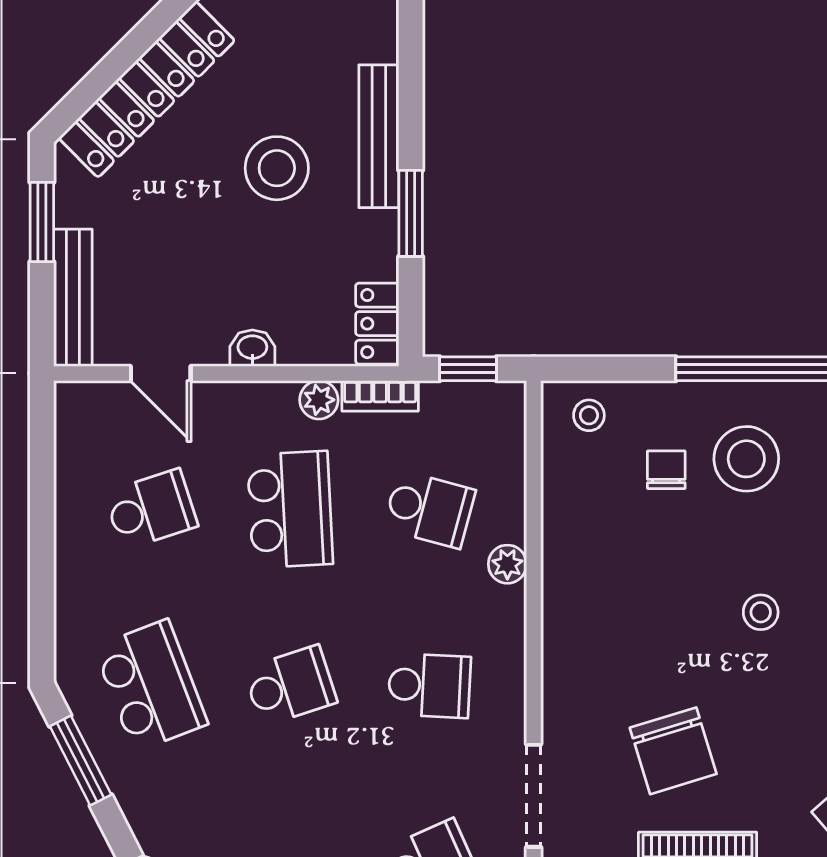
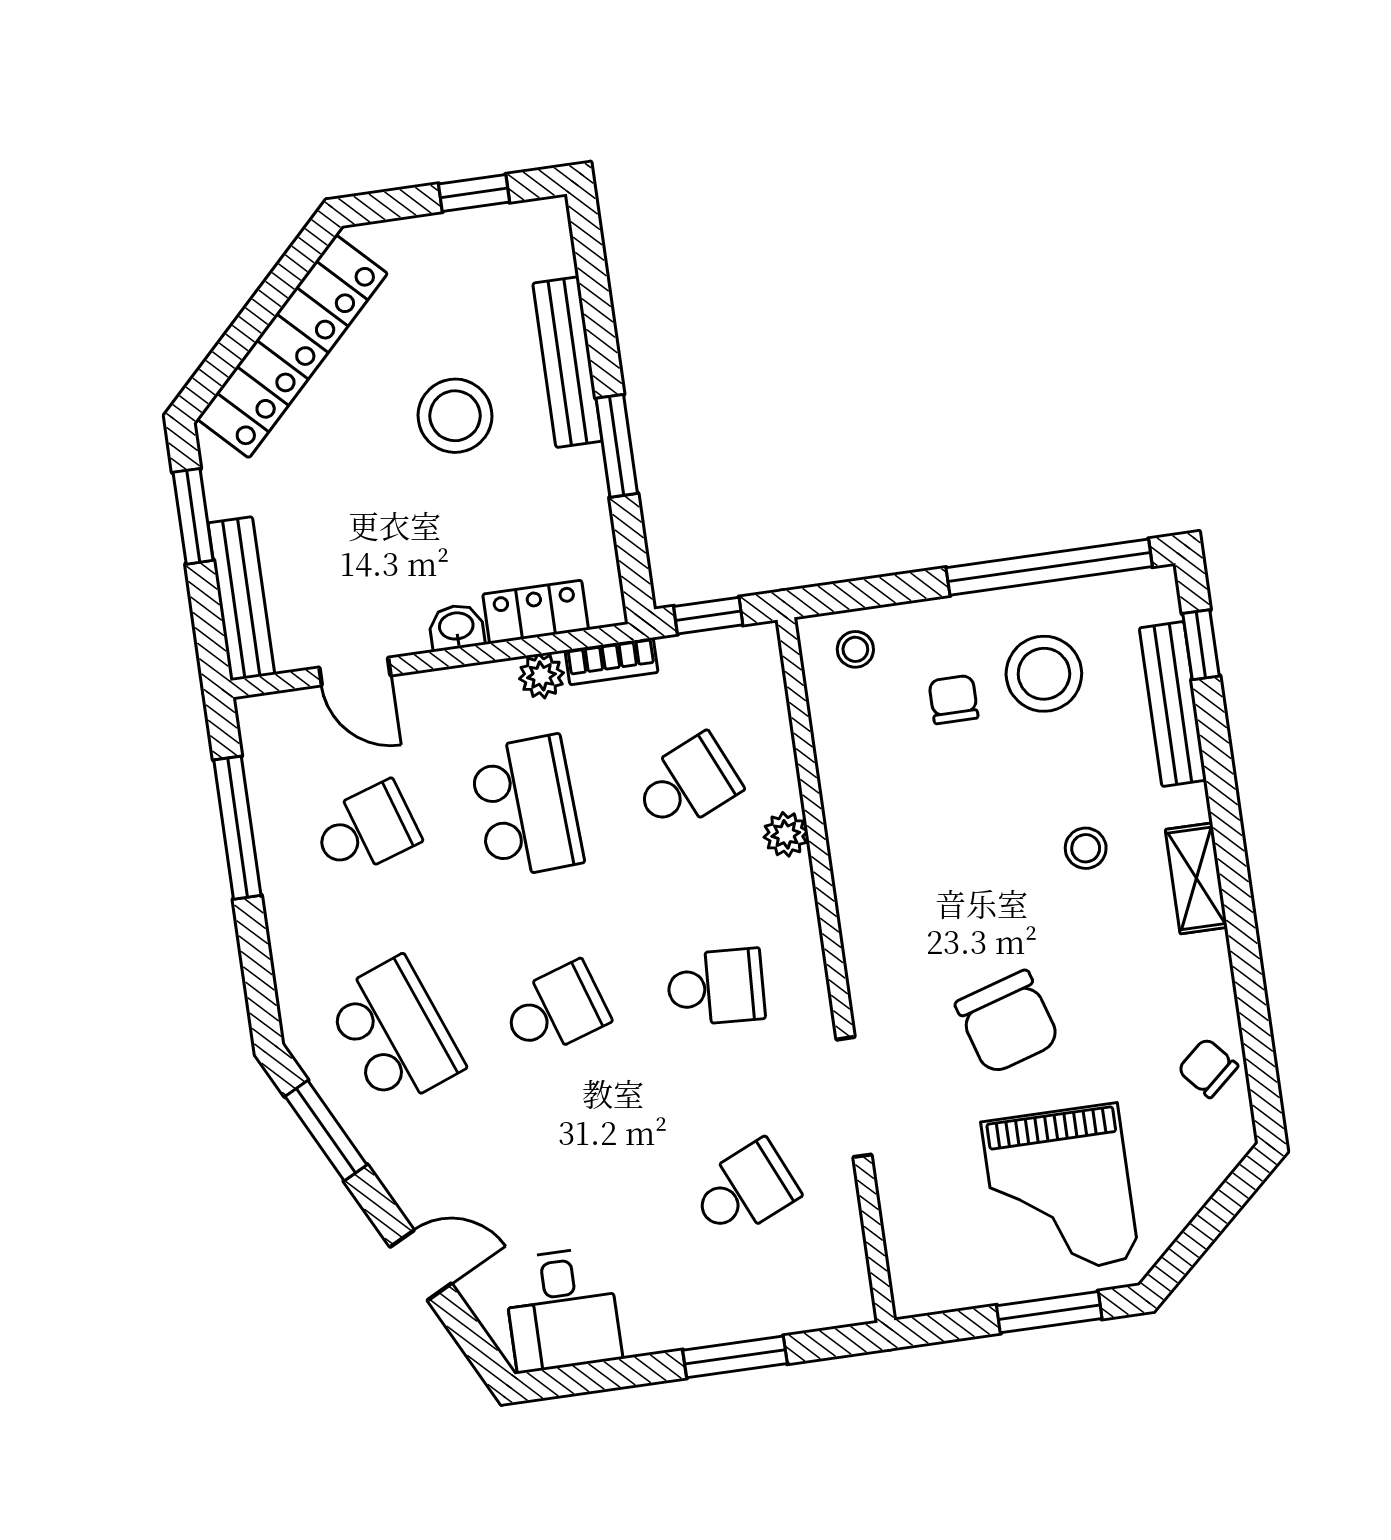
locker: (377, 324) -> (536, 612), moved, turned 90
window: (42, 492) -> (237, 828), added
school desk: (429, 509) -> (687, 784), turned -39

